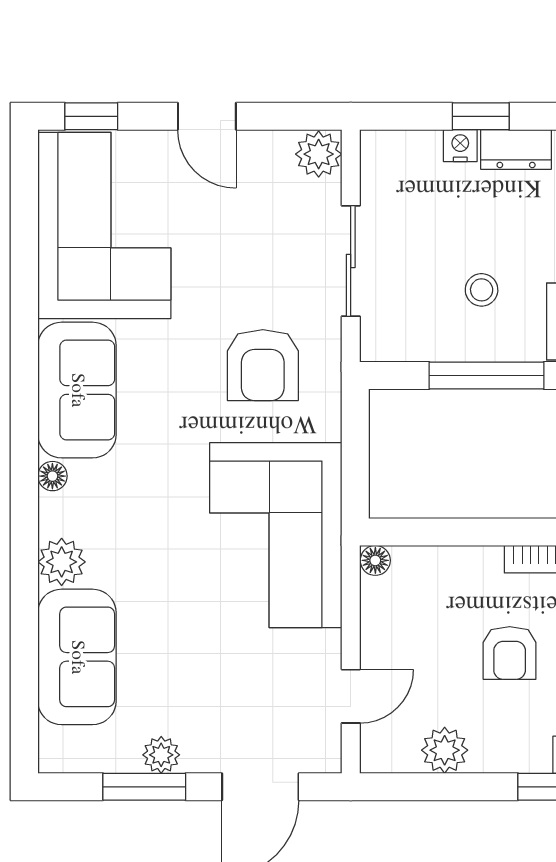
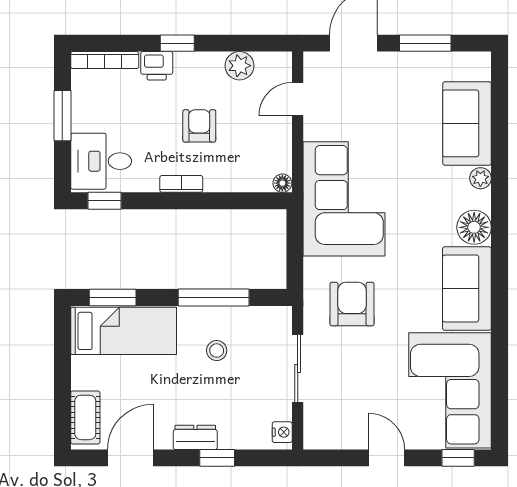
nightstand: (460, 146) -> (282, 432), moved, turned -90
plant: (319, 154) -> (317, 435), removed
floor lamp: (52, 476) -> (474, 227), width x1.89, depth x1.89
plant: (62, 562) -> (480, 178), width x0.73, depth x0.73
plant: (161, 755) -> (415, 63), removed

